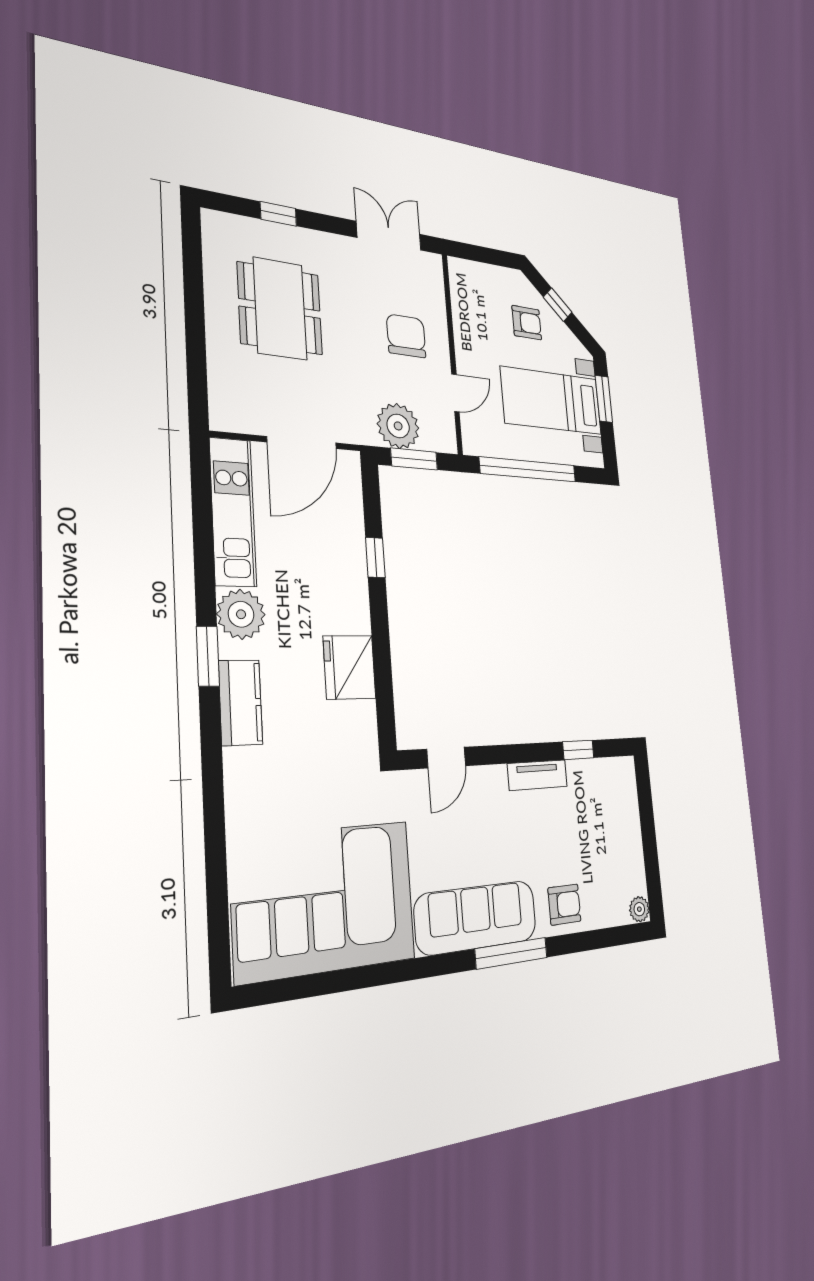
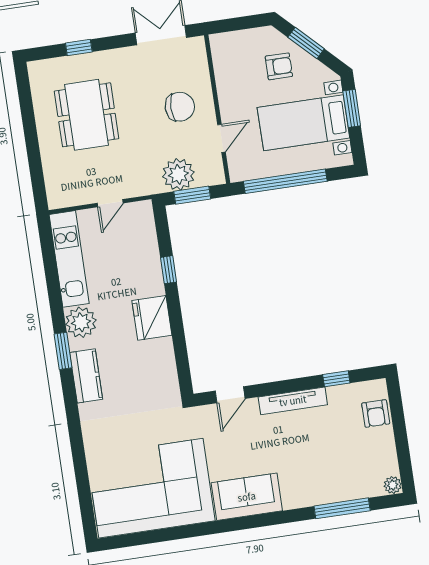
window: (558, 305) -> (306, 43), width x1.50
chair: (406, 336) -> (180, 107), turned 90
door: (302, 443) -> (110, 203), width x0.53
fridge: (350, 667) -> (152, 318), moved
tv unit: (537, 775) -> (293, 401), width x1.41
armchair: (564, 905) -> (376, 413), moved, turned 90
sofa: (476, 917) -> (247, 497), width x0.73
window: (511, 953) -> (342, 508), moved

